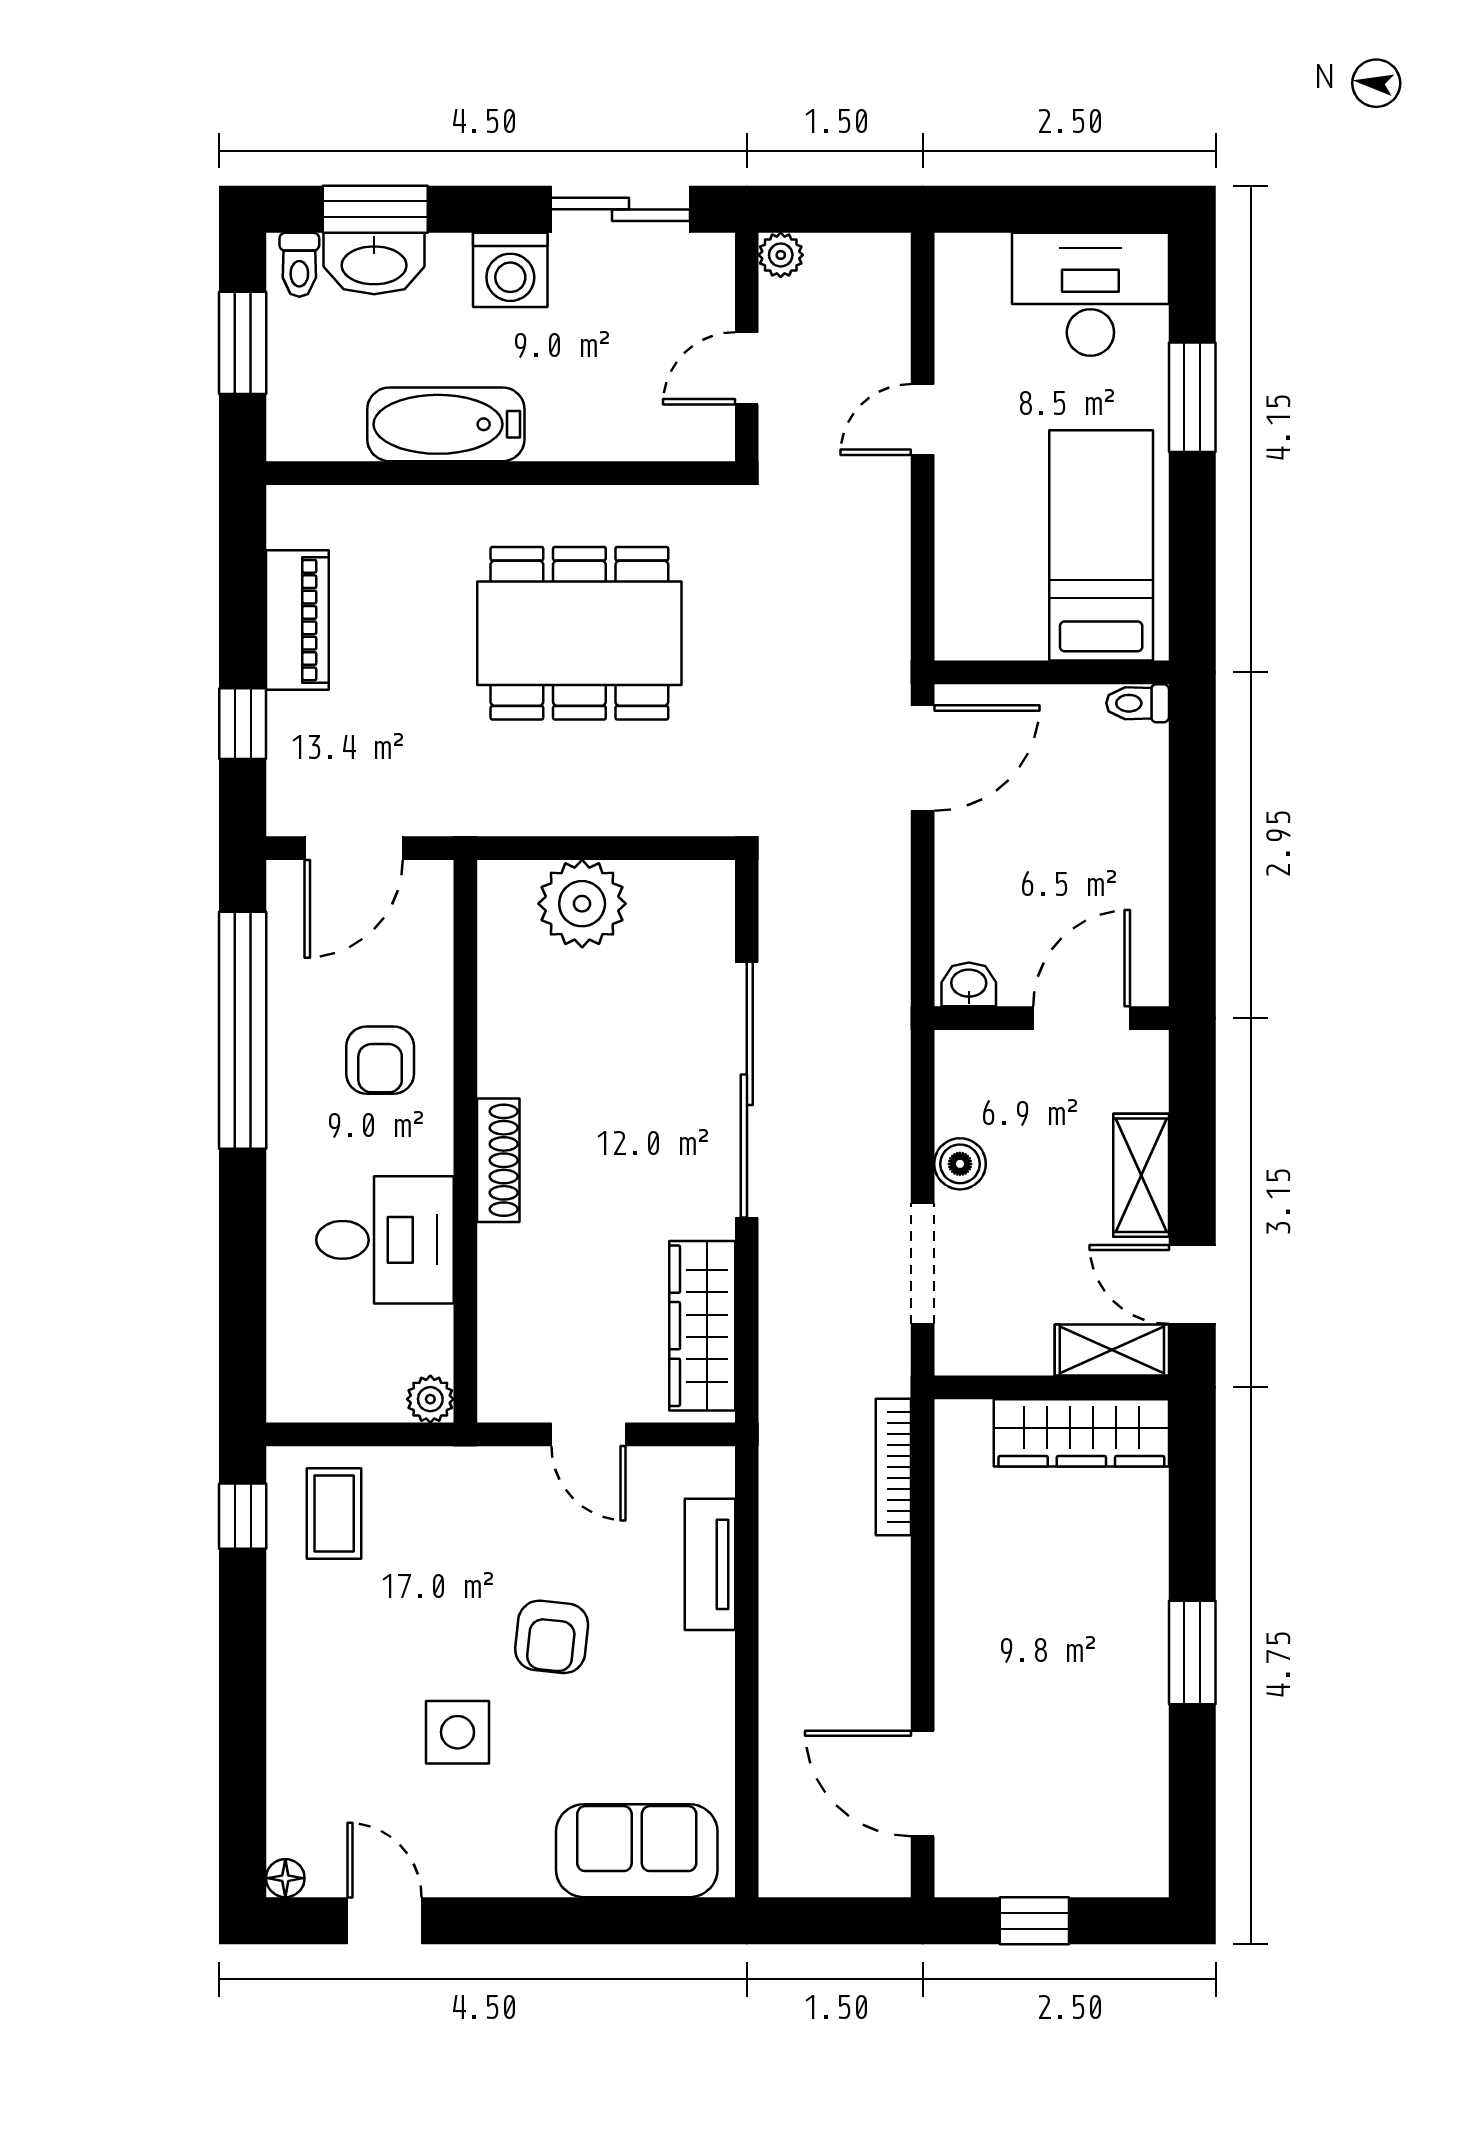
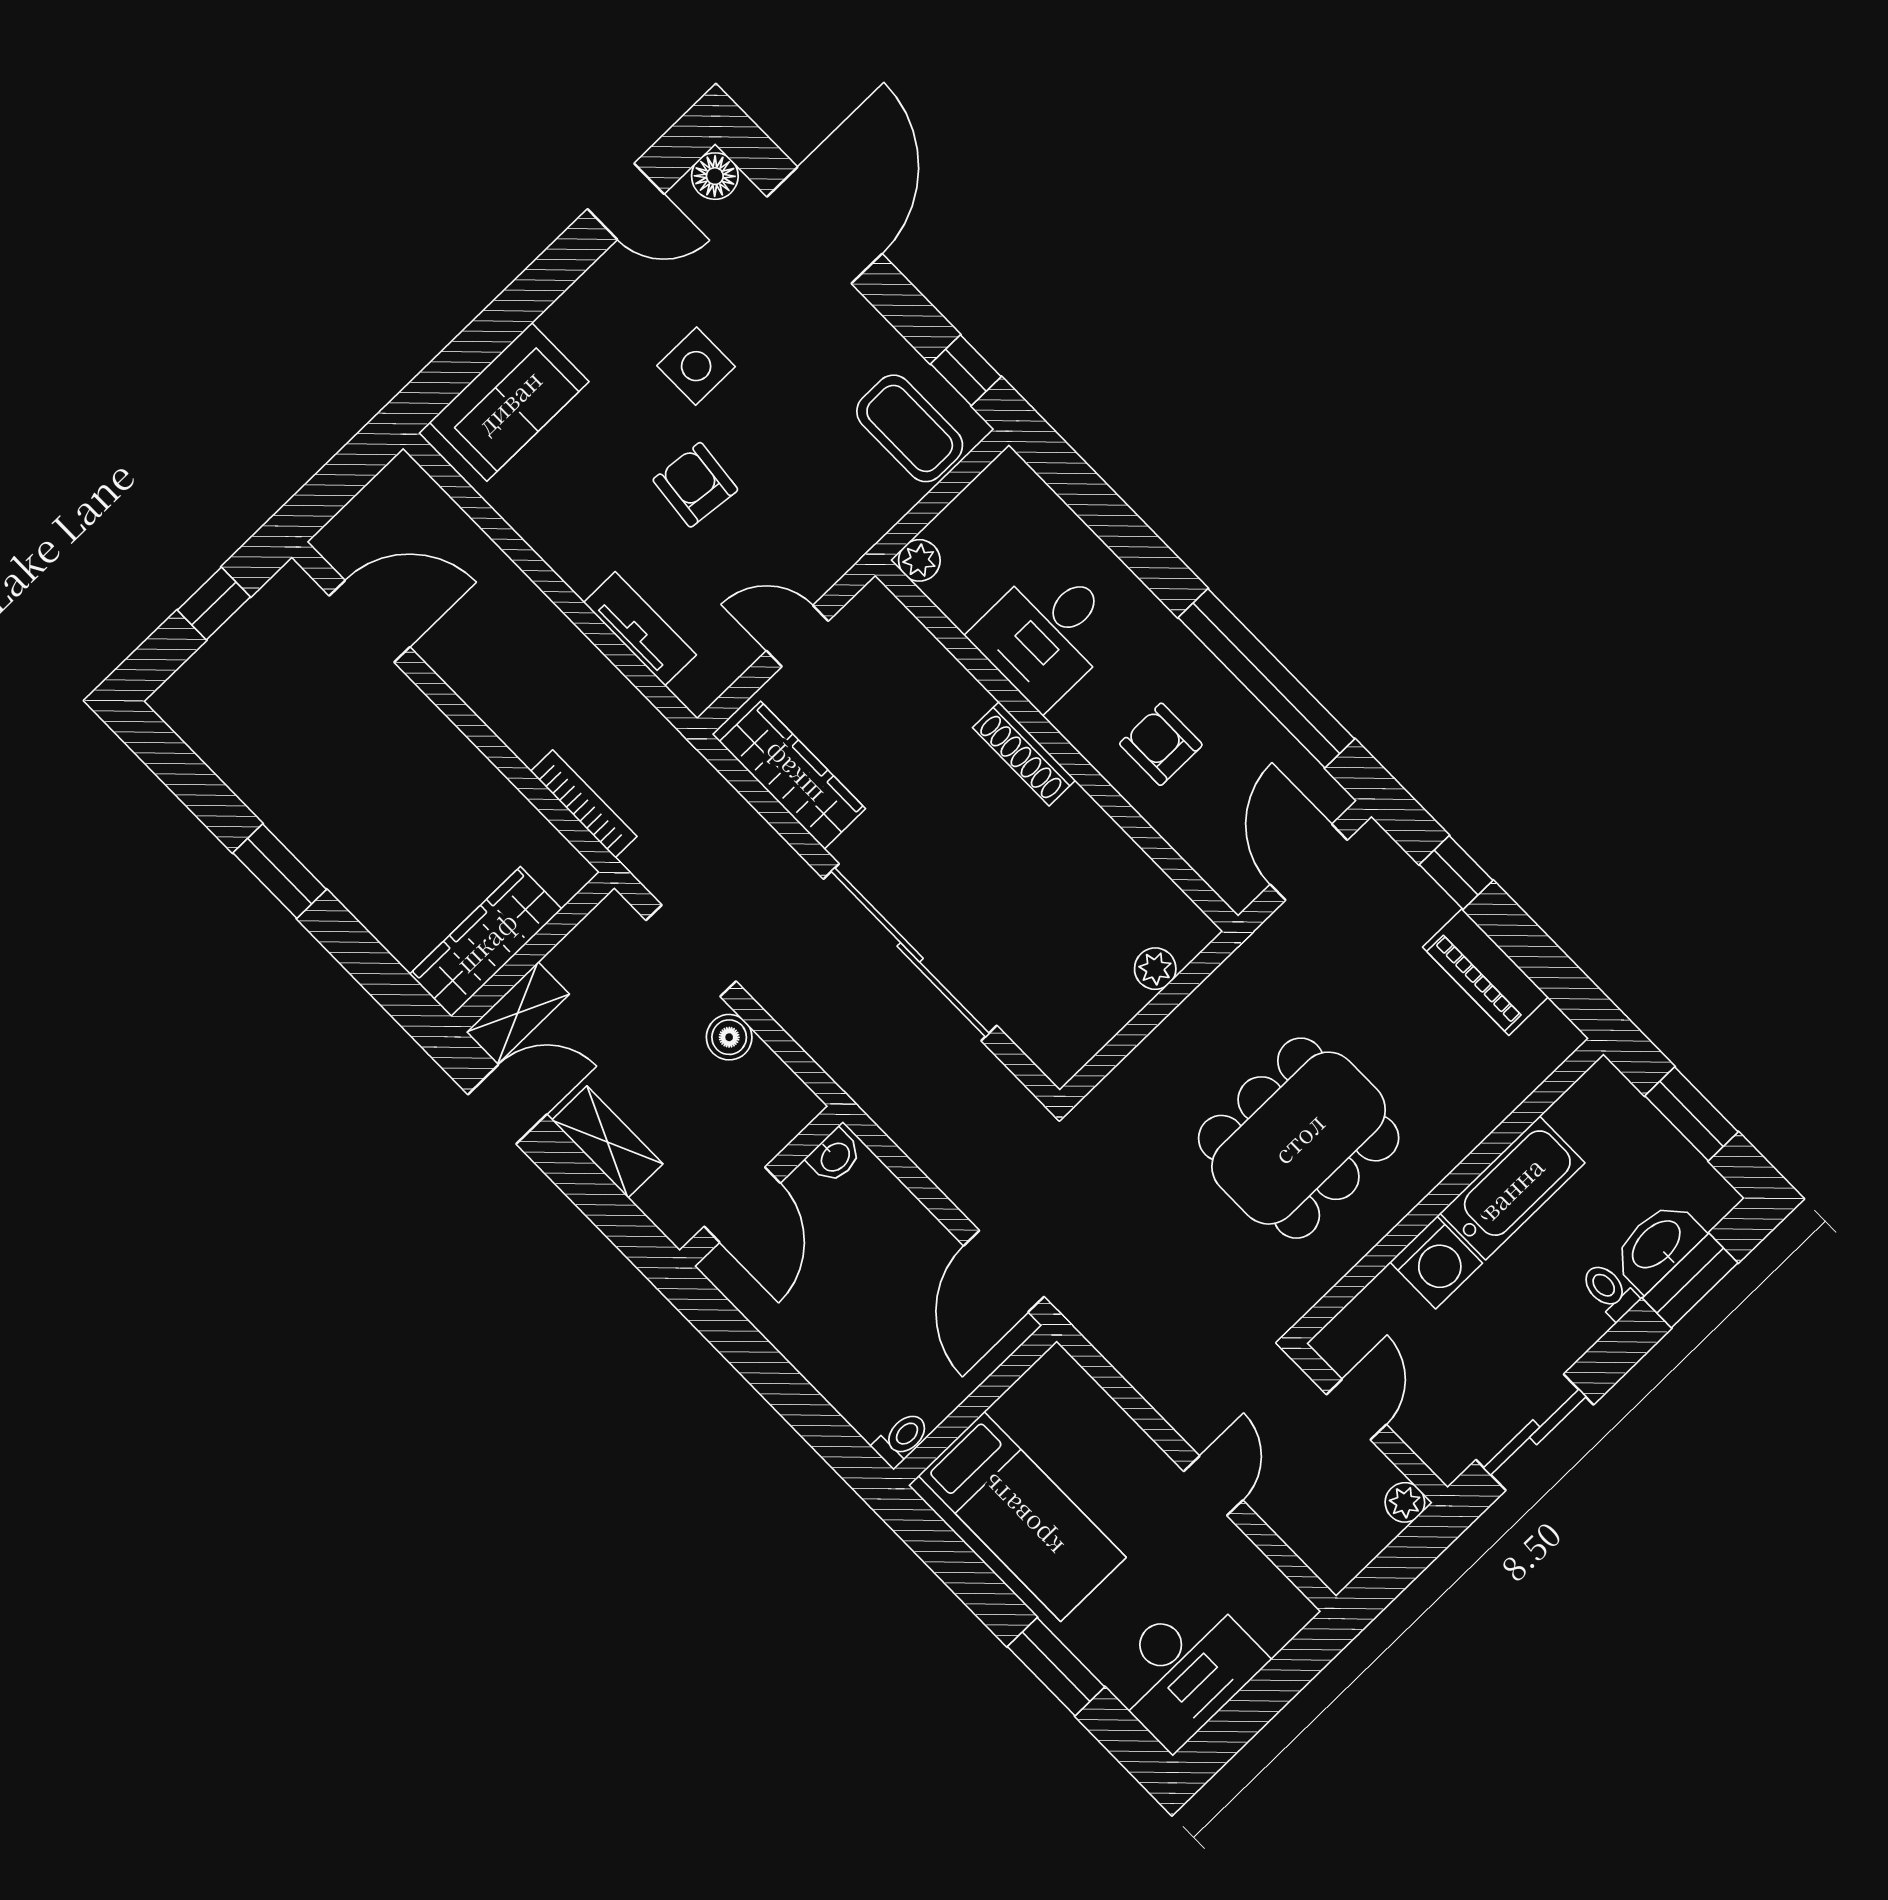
toilet: (299, 265) -> (1609, 1291), moved
washing machine: (510, 270) -> (1436, 1263), moved, turned 180
plant: (582, 904) -> (1155, 969), width x0.53, depth x0.53
coffee table: (334, 1513) -> (910, 428), width x1.36, depth x1.30
door: (243, 1745) -> (824, 225), added
floor lamp: (285, 1878) -> (715, 176), width x1.37, depth x1.37

